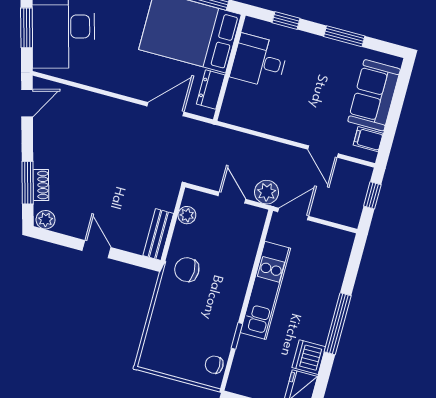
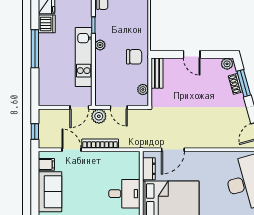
bookcase: (276, 149) -> (100, 144), added
plant: (235, 302) -> (100, 45), added

